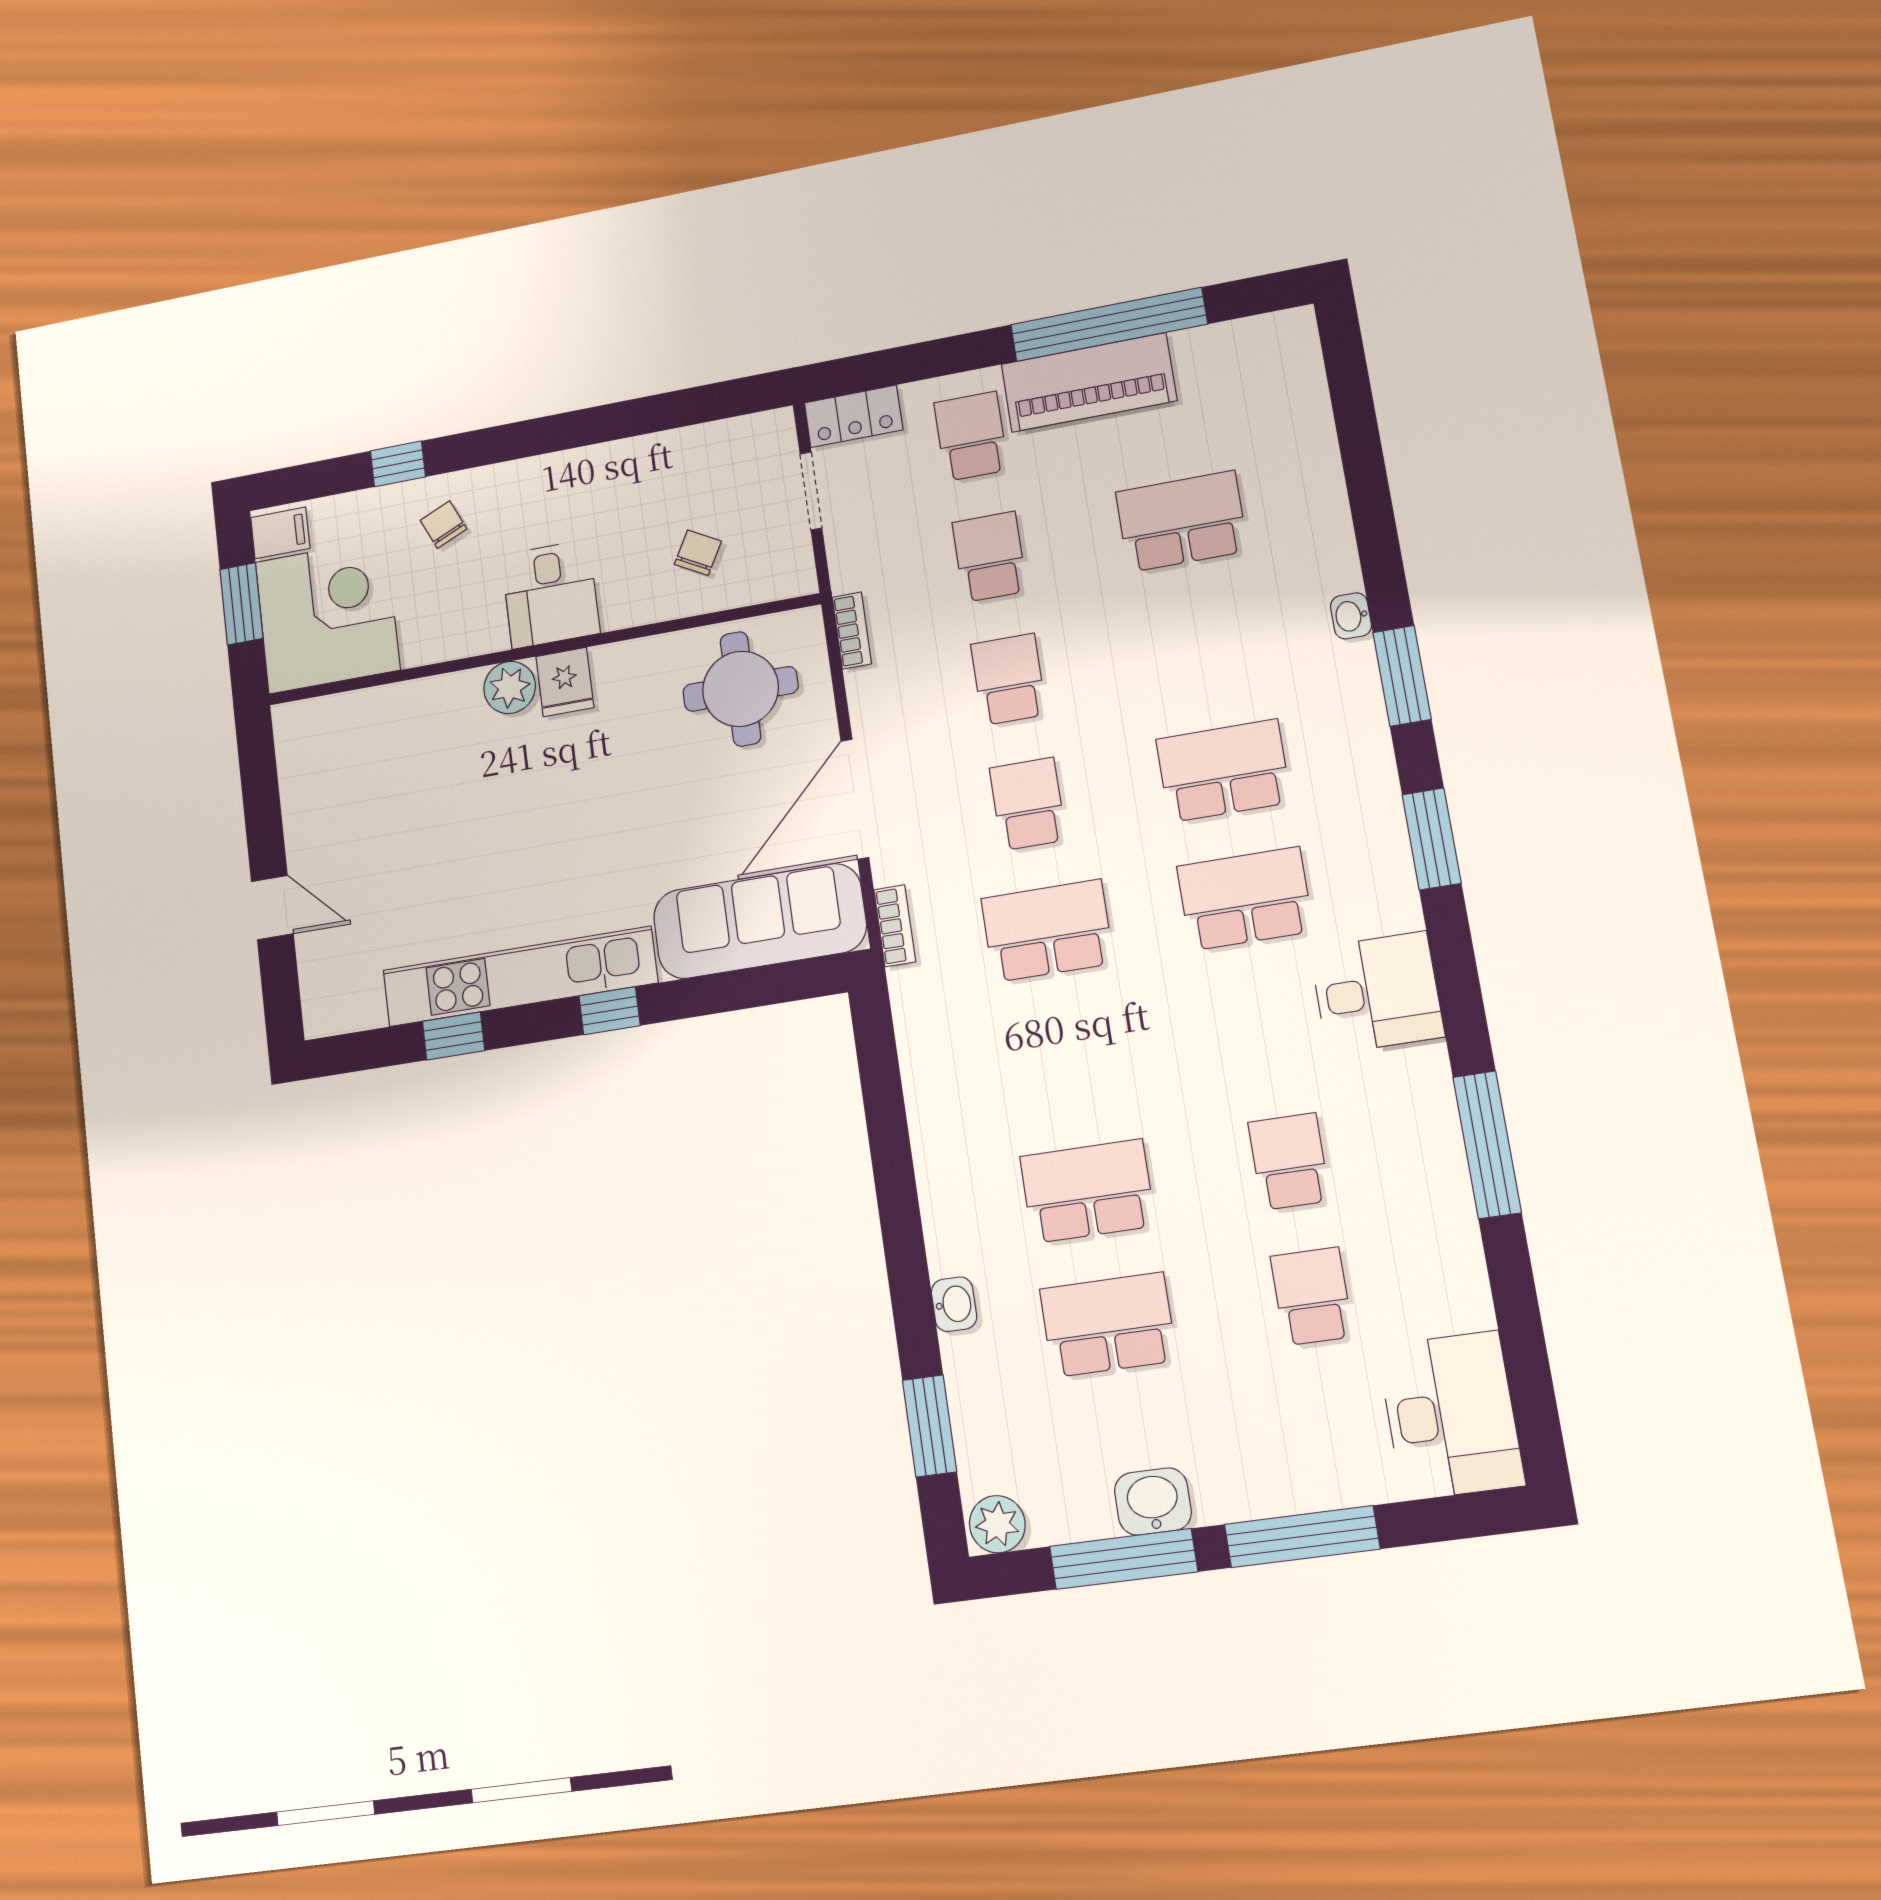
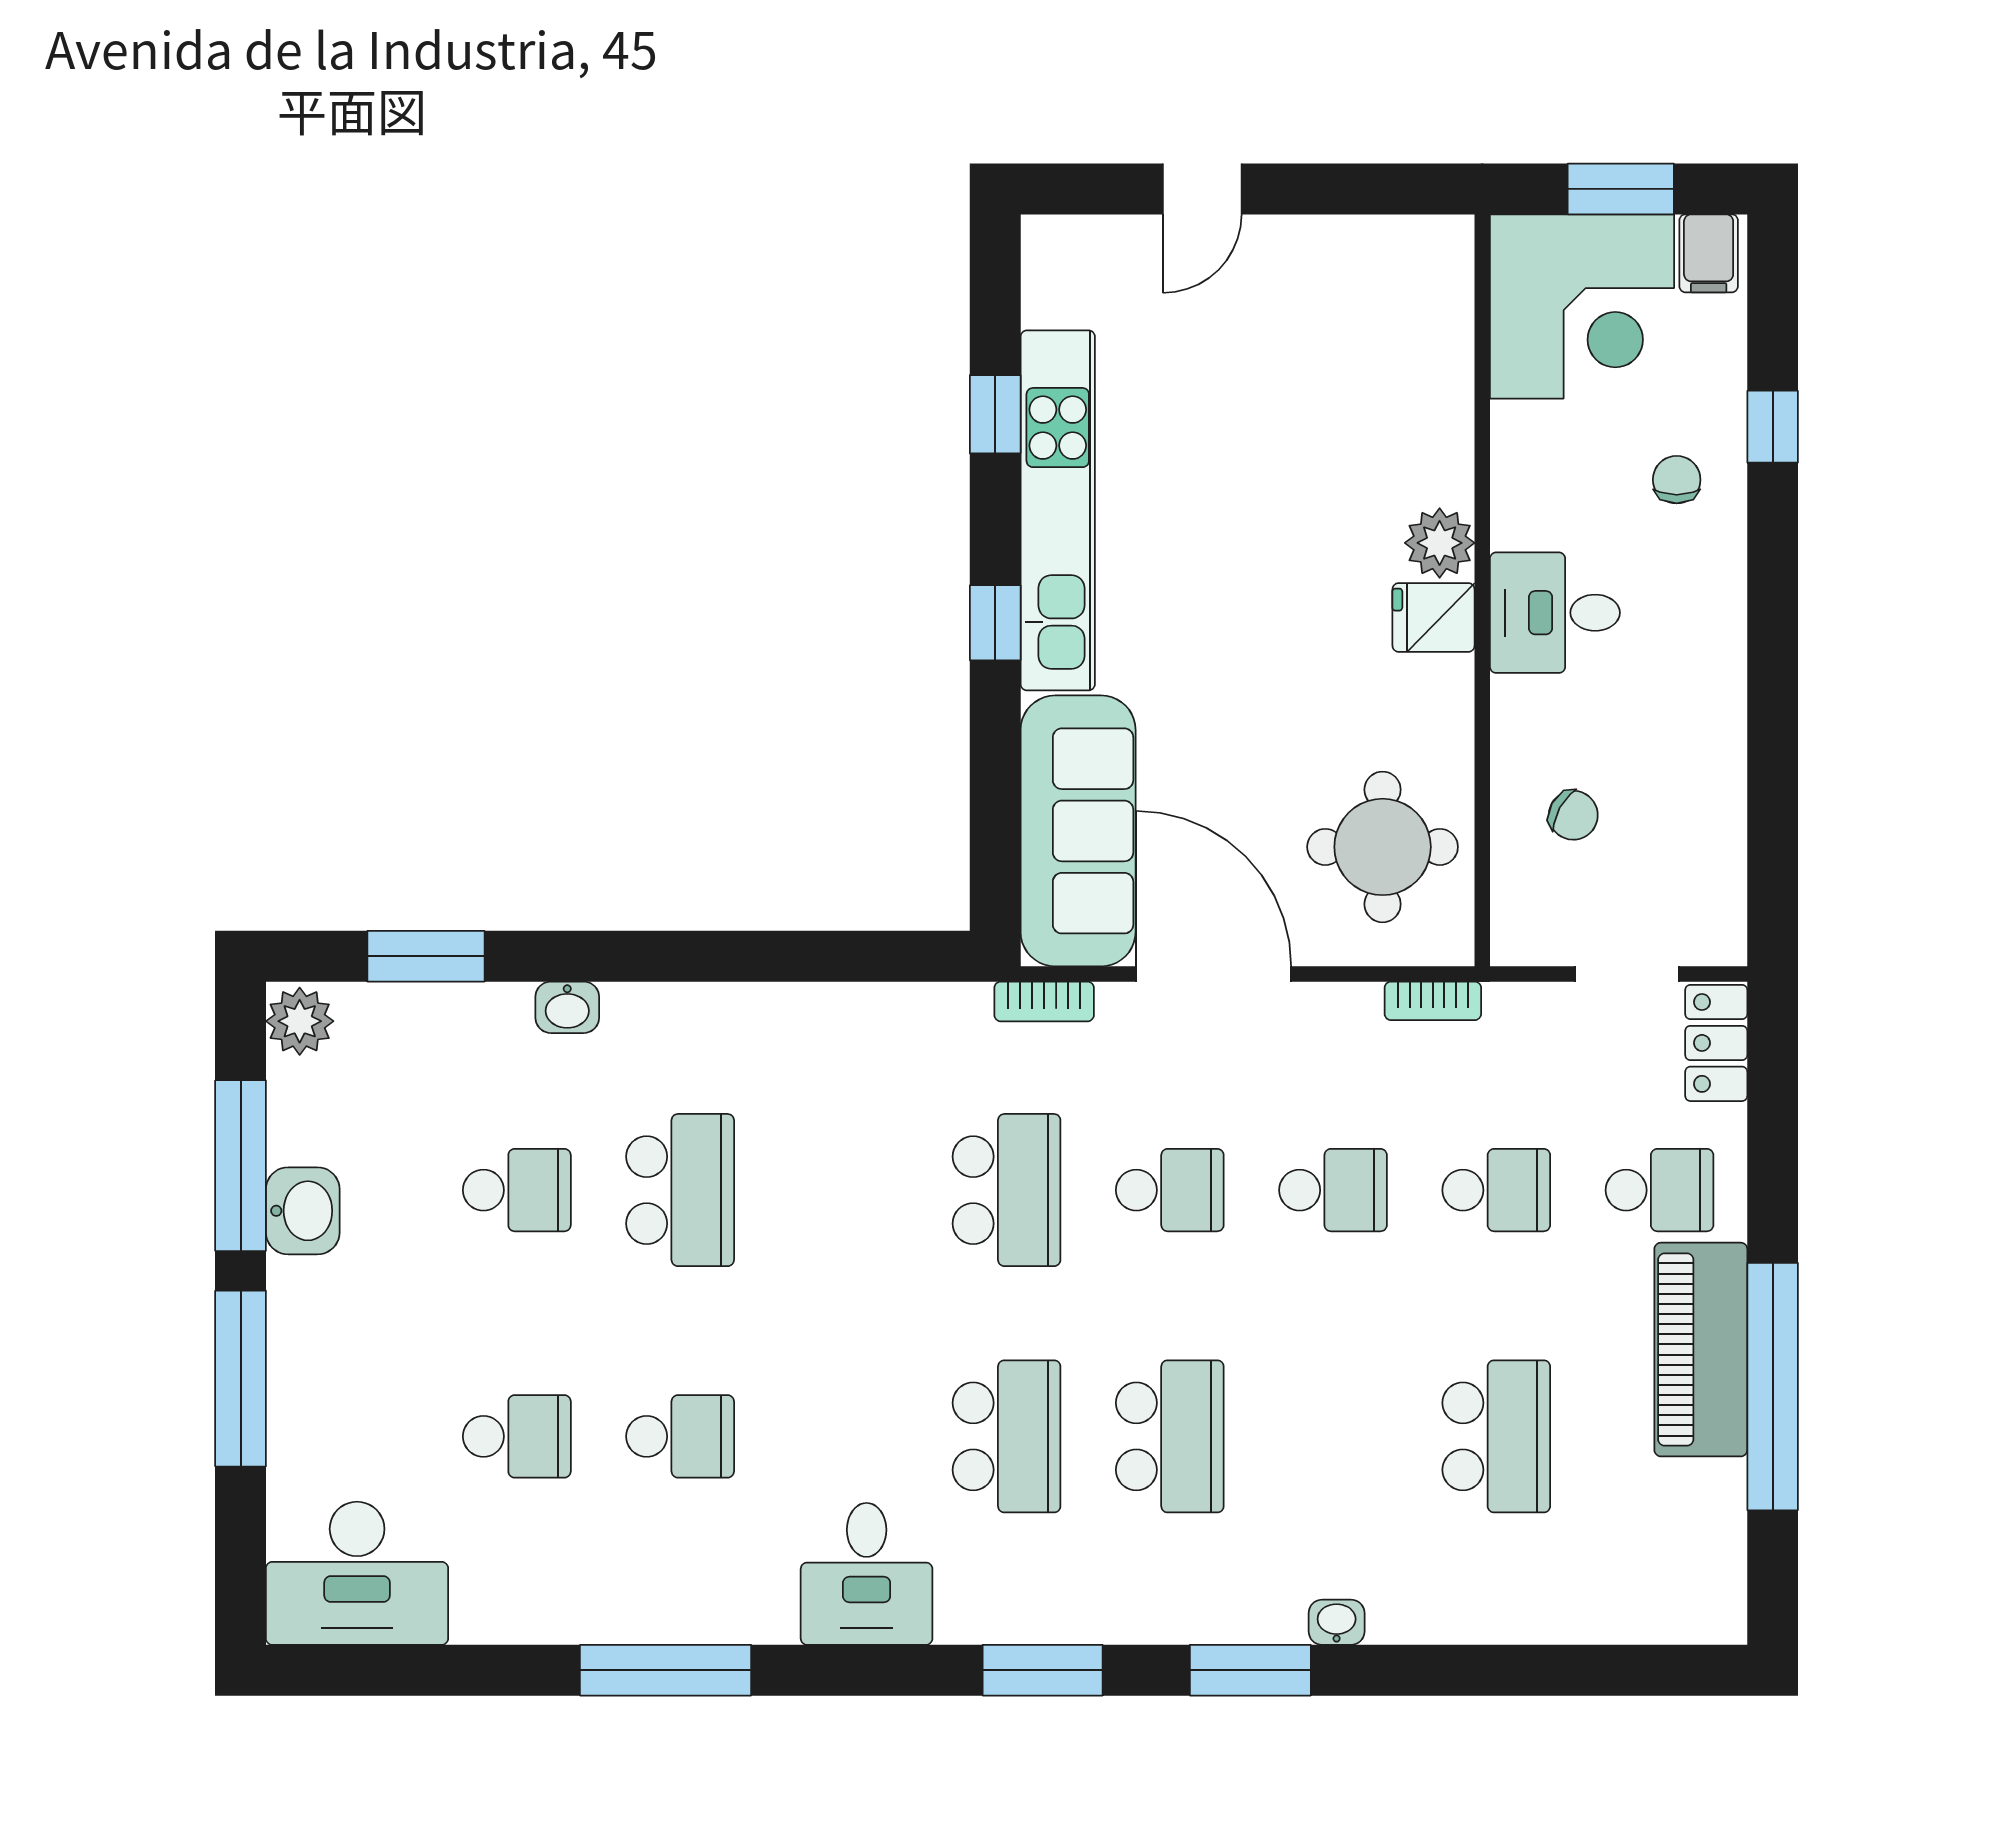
chair: (444, 525) -> (1677, 480), turned -66
school desk: (1108, 1325) -> (517, 1190), width x0.54

